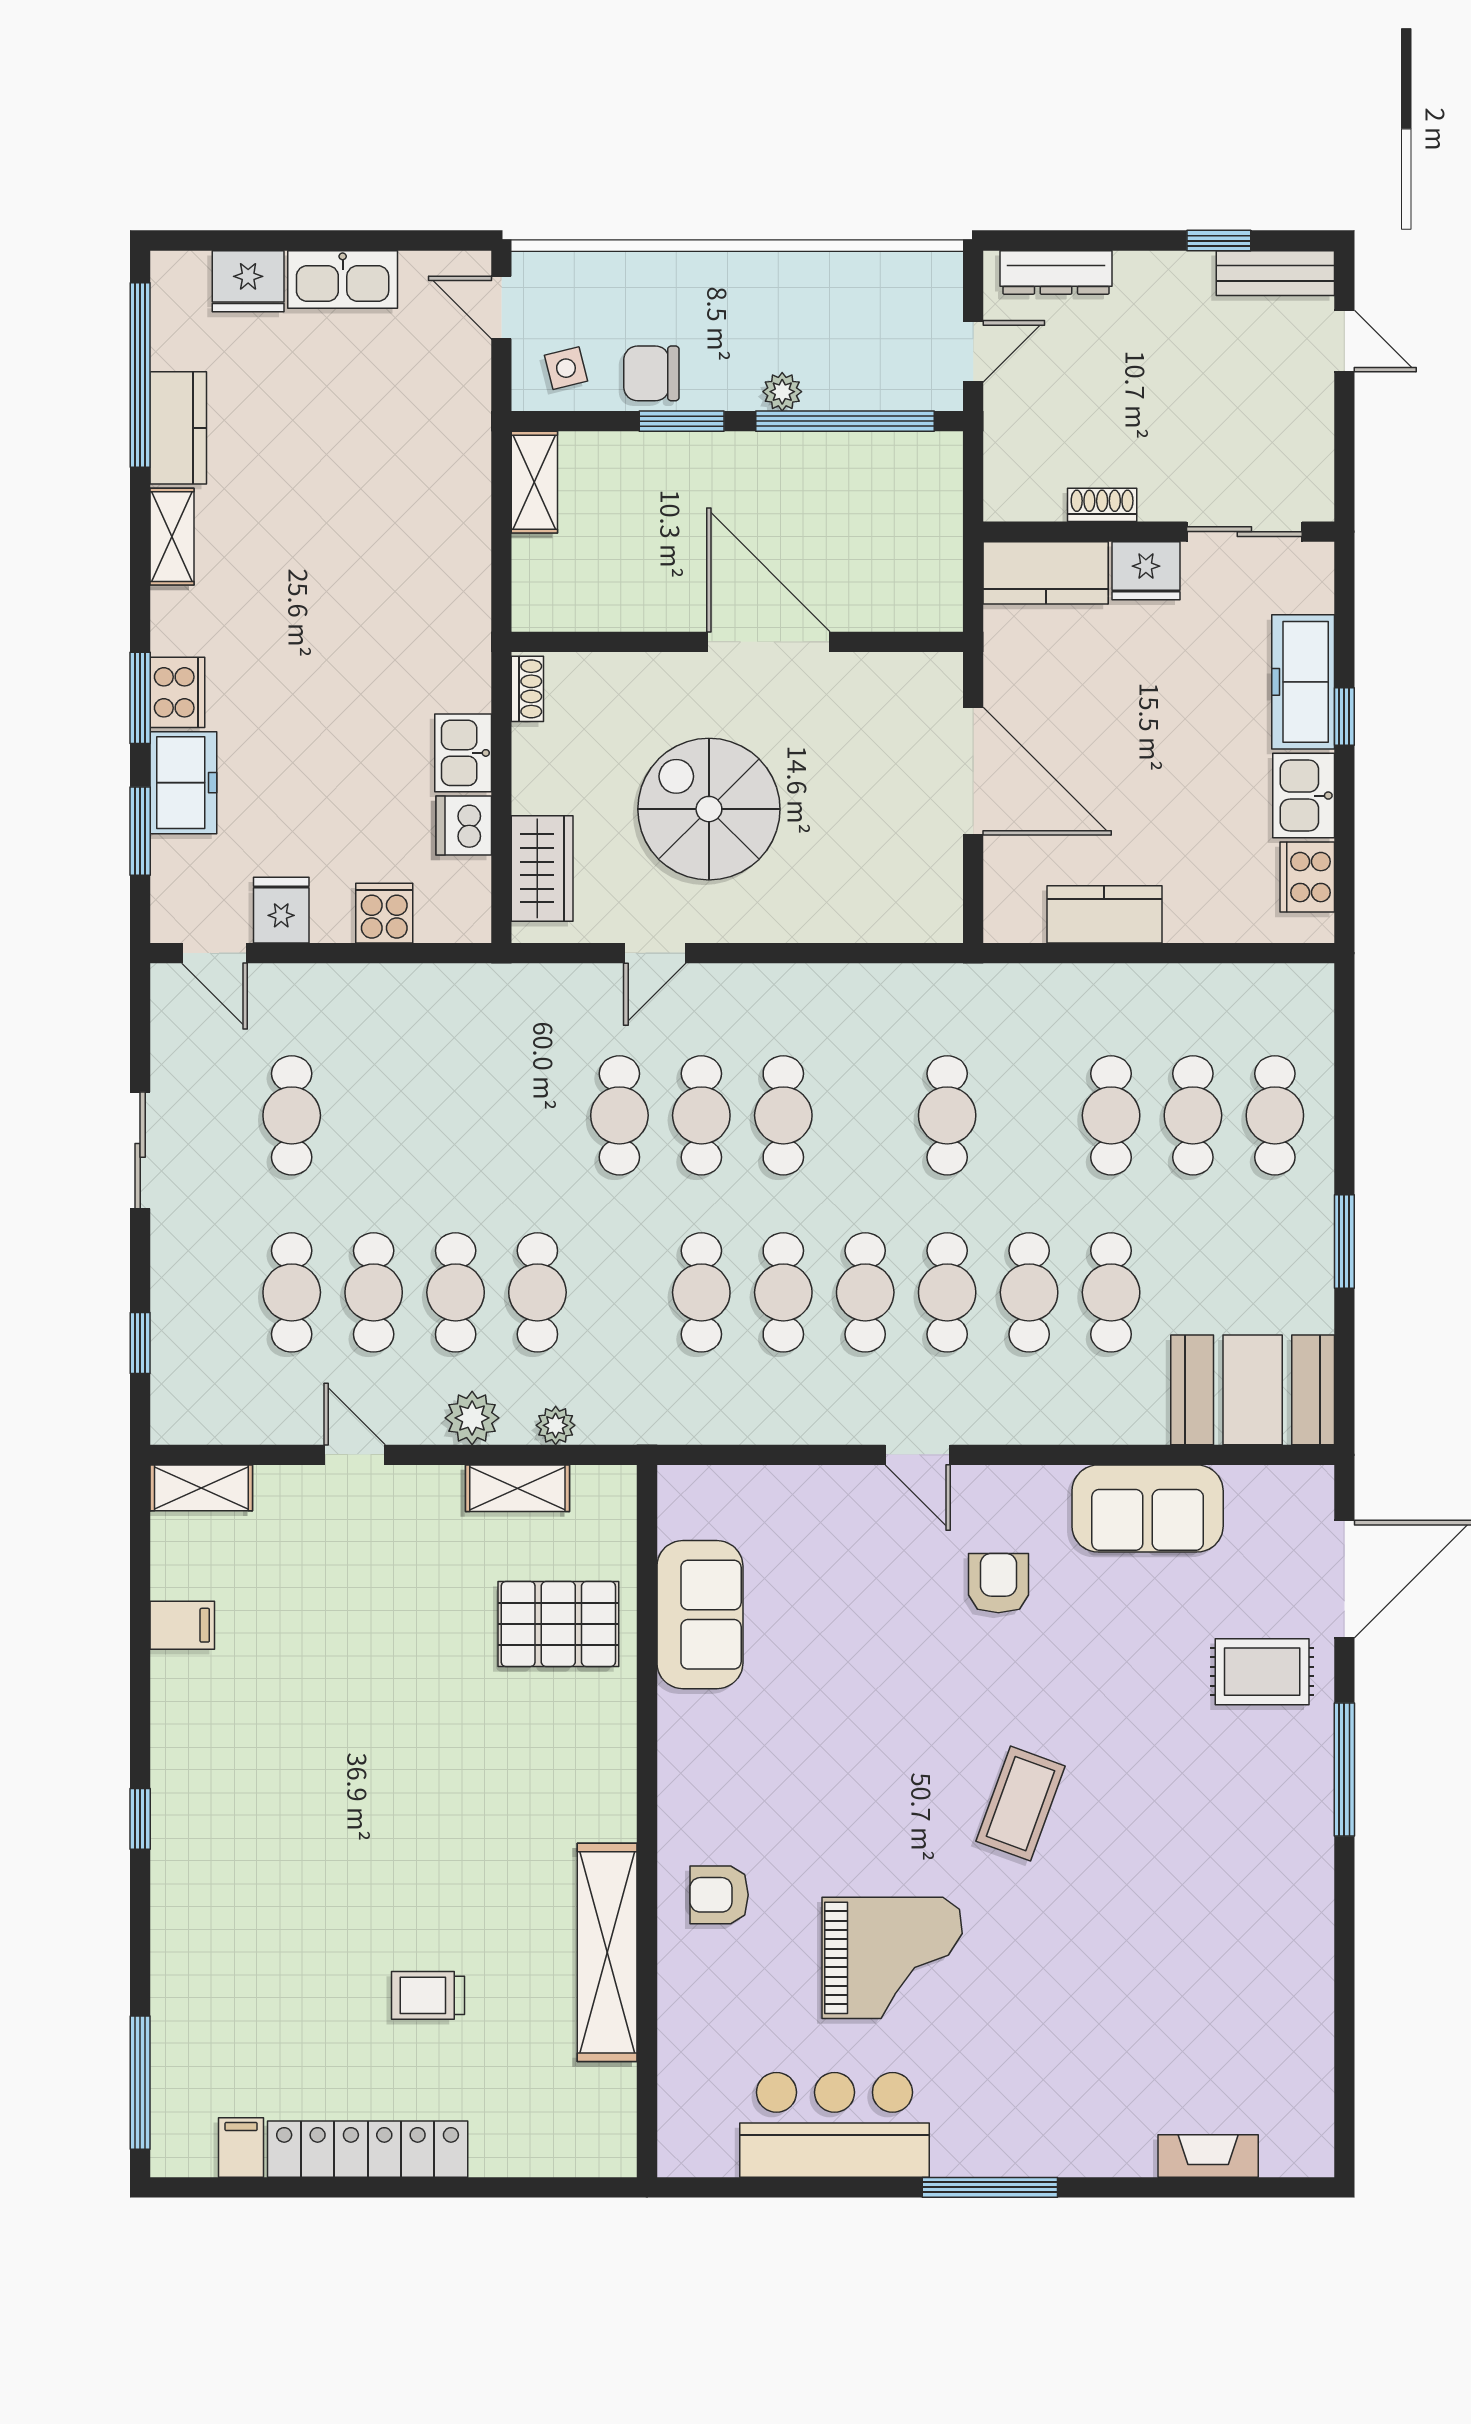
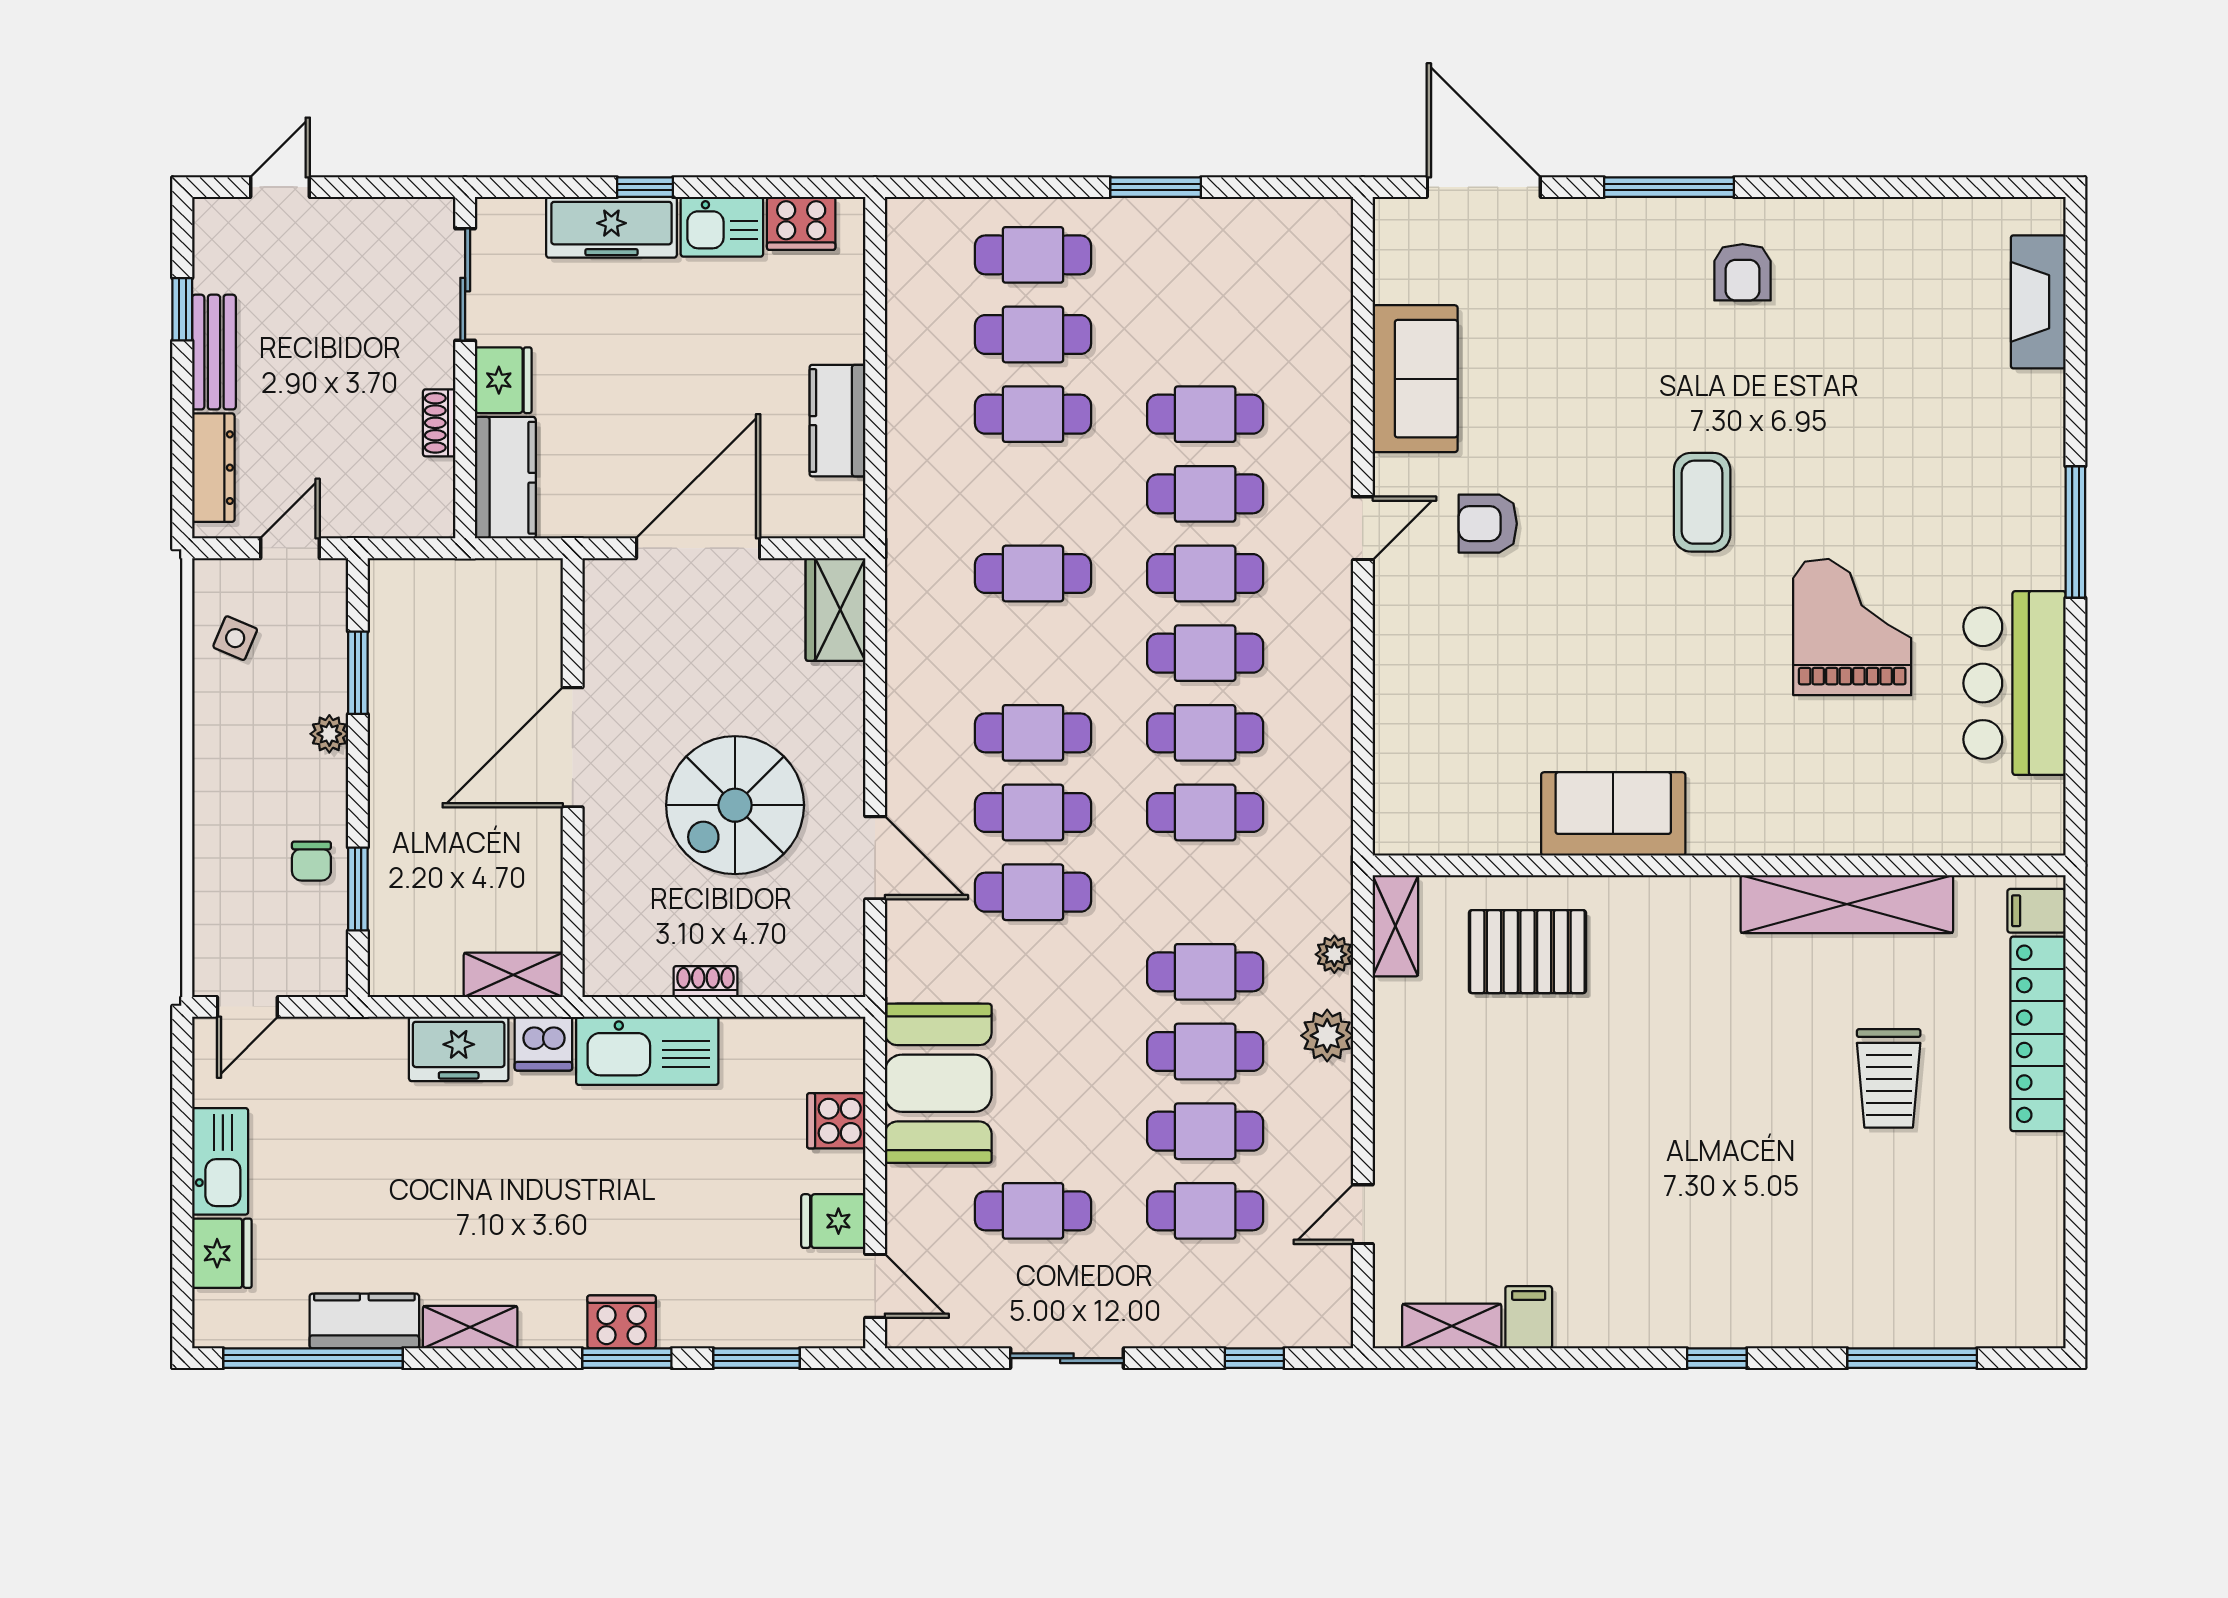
bench: (1275, 273) -> (214, 352), moved
door: (973, 351) -> (290, 548), hinge flipped
side table: (566, 368) -> (235, 638), moved, turned 37
chair: (651, 373) -> (311, 861), width x0.73, depth x0.73
window: (682, 421) -> (358, 889), moved
window: (845, 421) -> (358, 673), width x0.47
shelving: (534, 482) -> (513, 975), moved
shoe rack: (527, 689) -> (706, 982), moved
kitchen sink: (463, 753) -> (647, 1051), width x1.88, depth x1.24
freezer: (183, 783) -> (459, 1049), moved, turned 180
dishwasher: (464, 826) -> (543, 1044), moved
wardrobe: (542, 868) -> (835, 609), moved, turned -90
door: (214, 953) -> (875, 1286), hinge flipped
door: (655, 953) -> (875, 858), width x1.37
booth: (1253, 1390) -> (938, 1083), moved
door: (355, 1455) -> (1363, 1214), moved
door: (918, 1455) -> (1363, 528), moved
shelving: (201, 1488) -> (1452, 1326), moved, turned 90
shelving: (517, 1488) -> (1395, 926), moved
sofa: (700, 1615) -> (1613, 814), moved
pallet: (558, 1624) -> (1527, 952), turned 90
rug: (1262, 1672) -> (1574, 267), removed
coffee table: (1020, 1804) -> (1702, 502), turned 70
armchair: (719, 1895) -> (1742, 272), moved
trolley: (428, 1995) -> (1889, 1078), width x1.36, depth x1.39
window: (140, 2083) -> (1912, 1358), moved
filing cabinet: (241, 2147) -> (2036, 911), moved
locker: (368, 2149) -> (2038, 1034), moved
fireplace: (1208, 2156) -> (2038, 302), width x1.37, depth x1.32

